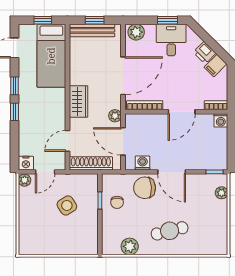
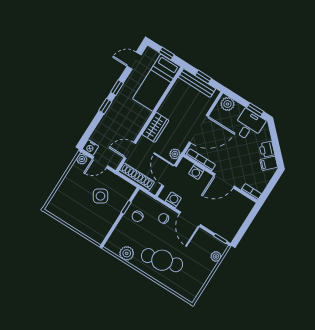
washing machine: (221, 120) -> (196, 172), moved
chair: (145, 188) -> (164, 218), width x0.54, depth x0.54
cafe table: (170, 231) -> (162, 260), width x1.37, depth x1.35

